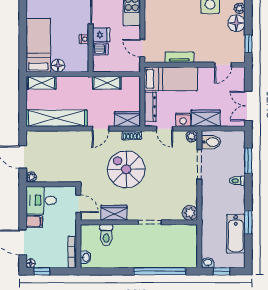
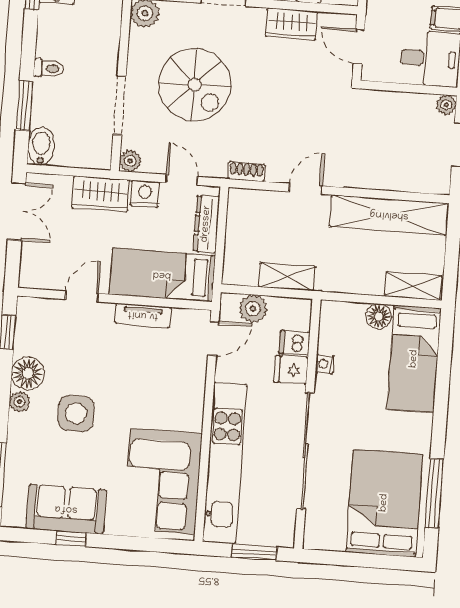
door: (142, 48) -> (213, 338), hinge flipped
plant: (123, 65) -> (253, 309), added
door: (223, 65) -> (82, 296), moved
wardrobe: (127, 119) -> (252, 203), removed
bidet: (211, 142) -> (41, 146), moved, turned 90
spiral stairs: (126, 169) -> (195, 85), moved

